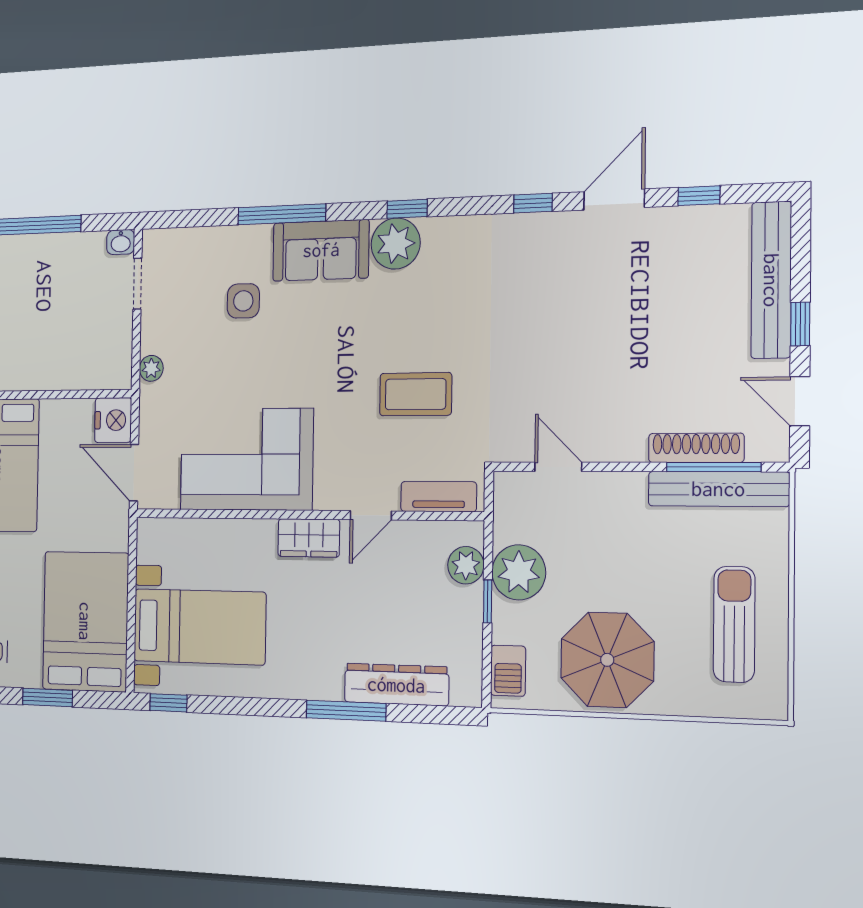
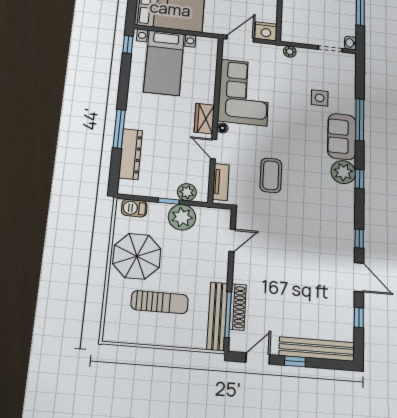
floor lamp: (325, 500) -> (222, 128), added
sun lounger: (734, 624) -> (160, 302), moved

